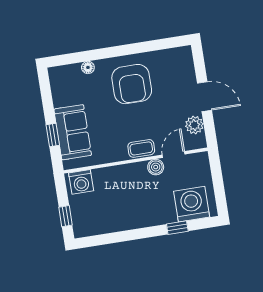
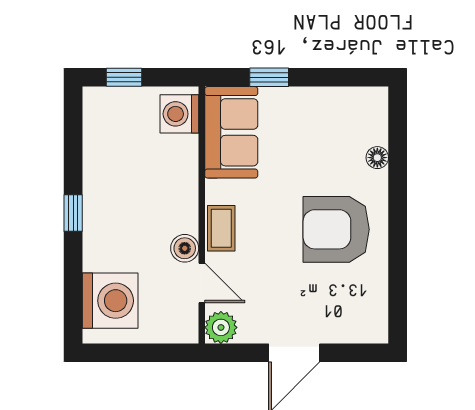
plant: (194, 125) -> (221, 327), moved
sofa: (73, 132) -> (231, 132), moved, turned -90
window: (177, 228) -> (73, 213), moved

